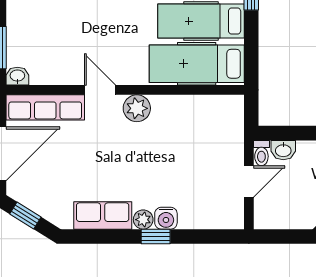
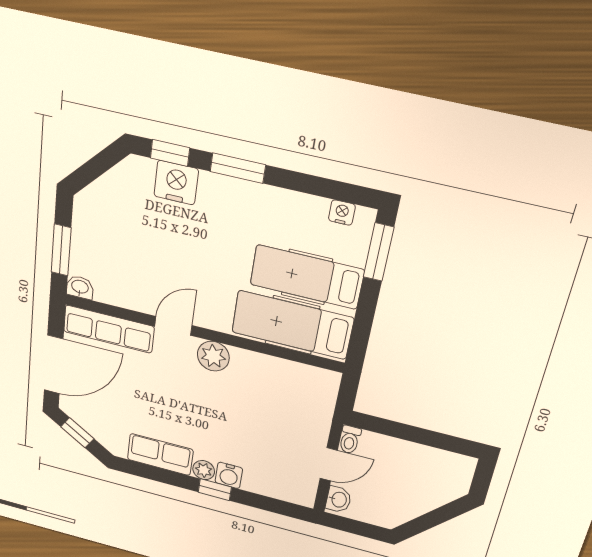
door: (100, 90) -> (173, 326), hinge flipped
washbasin: (283, 150) -> (338, 500), moved, turned -90

